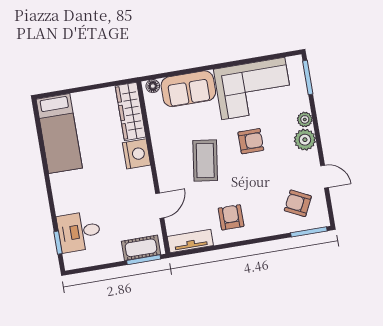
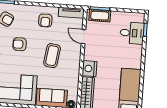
armchair: (251, 141) -> (20, 44), moved
door: (160, 206) -> (84, 37), hinge flipped

